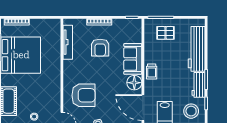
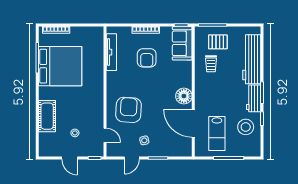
sofa: (133, 59) -> (182, 43), moved
trolley: (152, 72) -> (211, 64), moved
armchair: (83, 95) -> (129, 110), turned -86

